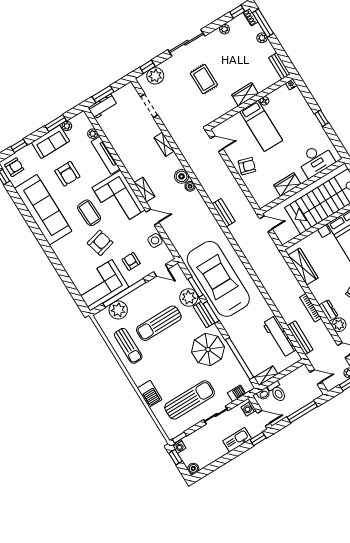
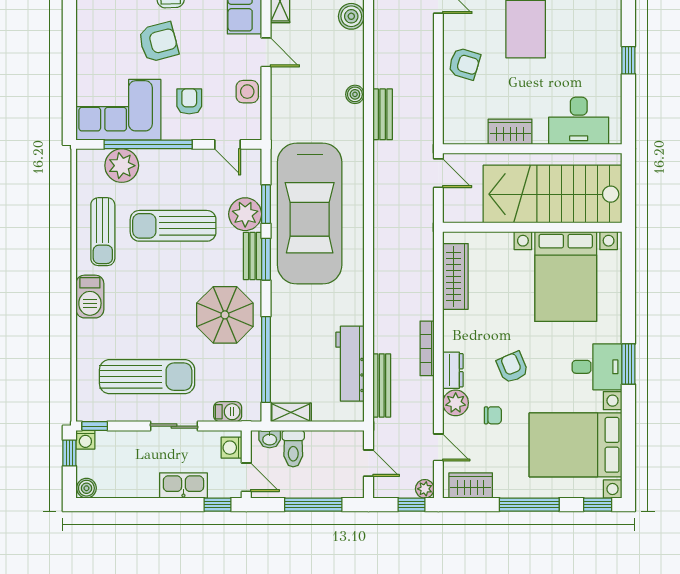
boiler: (190, 186) -> (355, 94), moved
car: (218, 279) -> (310, 214), turned 180
barbecue: (150, 394) -> (90, 297), moved

